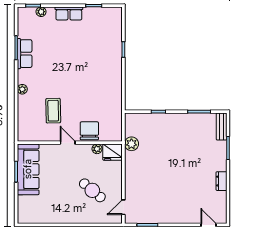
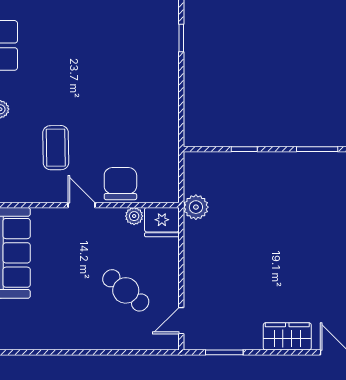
wardrobe: (182, 216) -> (287, 336), added

